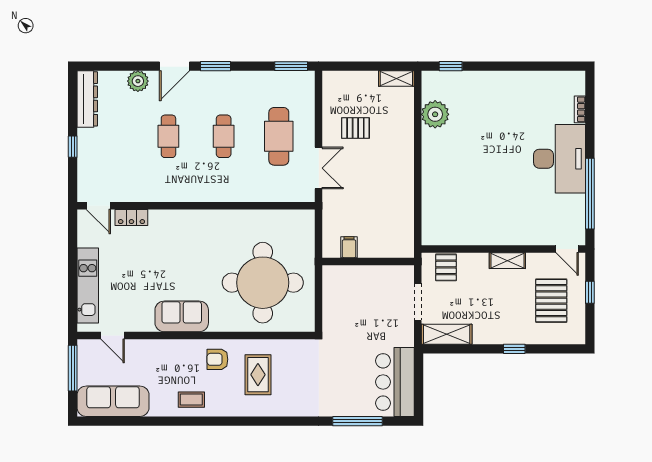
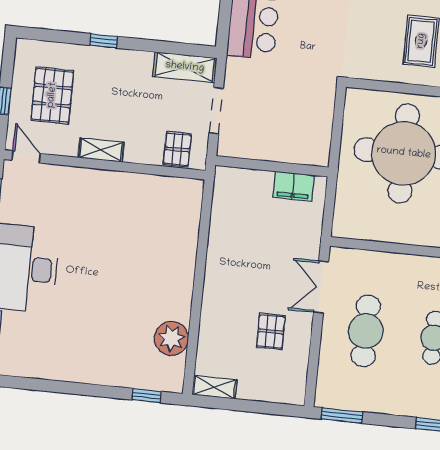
pallet: (355, 128) -> (271, 331), turned 90
filing cabinet: (349, 247) -> (294, 186), width x2.00

